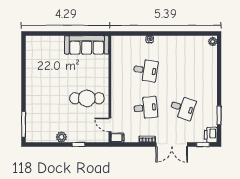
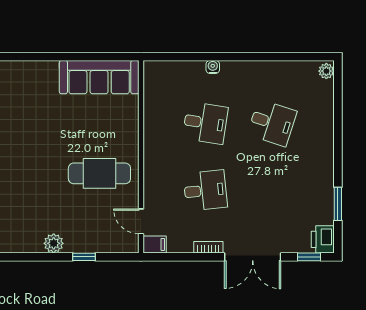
desk: (183, 108) -> (272, 123), moved

